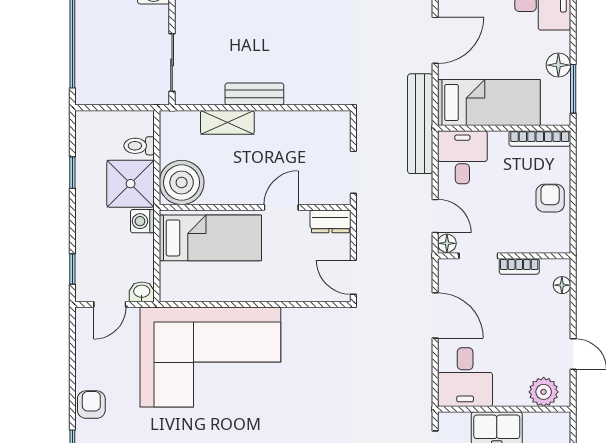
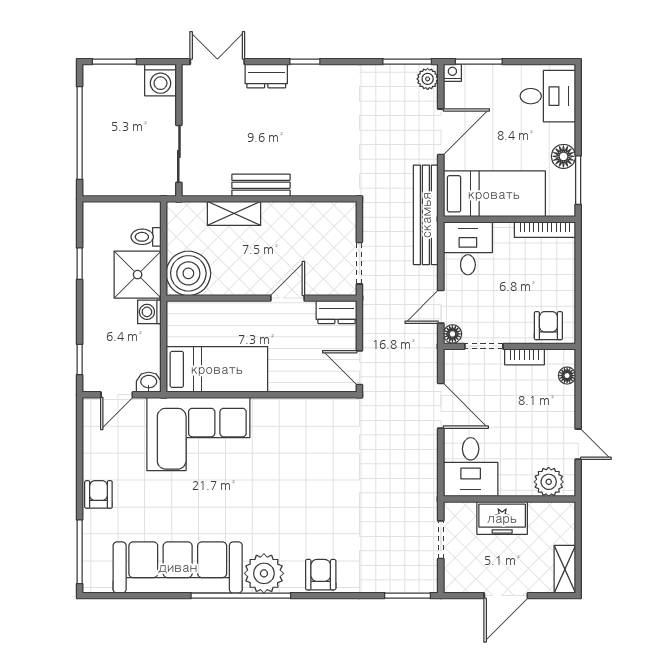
armchair: (550, 198) -> (548, 326), moved
door: (435, 216) -> (441, 307), swing flipped
bed: (210, 238) -> (217, 369), moved
corner sofa: (210, 357) -> (198, 434), width x0.73, depth x0.74

